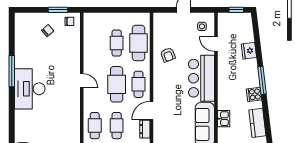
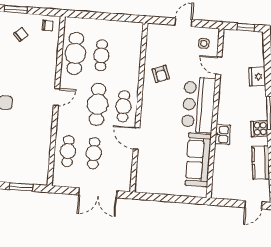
window: (58, 10) -> (16, 9), moved
cafe table: (139, 43) -> (75, 53), moved
door: (82, 81) -> (56, 97), hinge flipped
door: (152, 111) -> (136, 139), hinge flipped
kitchen sink: (224, 119) -> (223, 134), moved
dresser: (145, 129) -> (127, 160), removed

